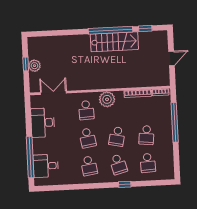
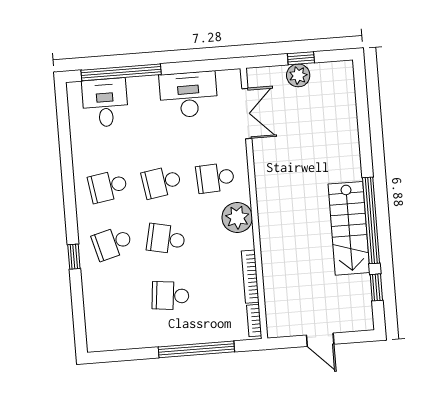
school desk: (148, 163) -> (117, 300), removed

